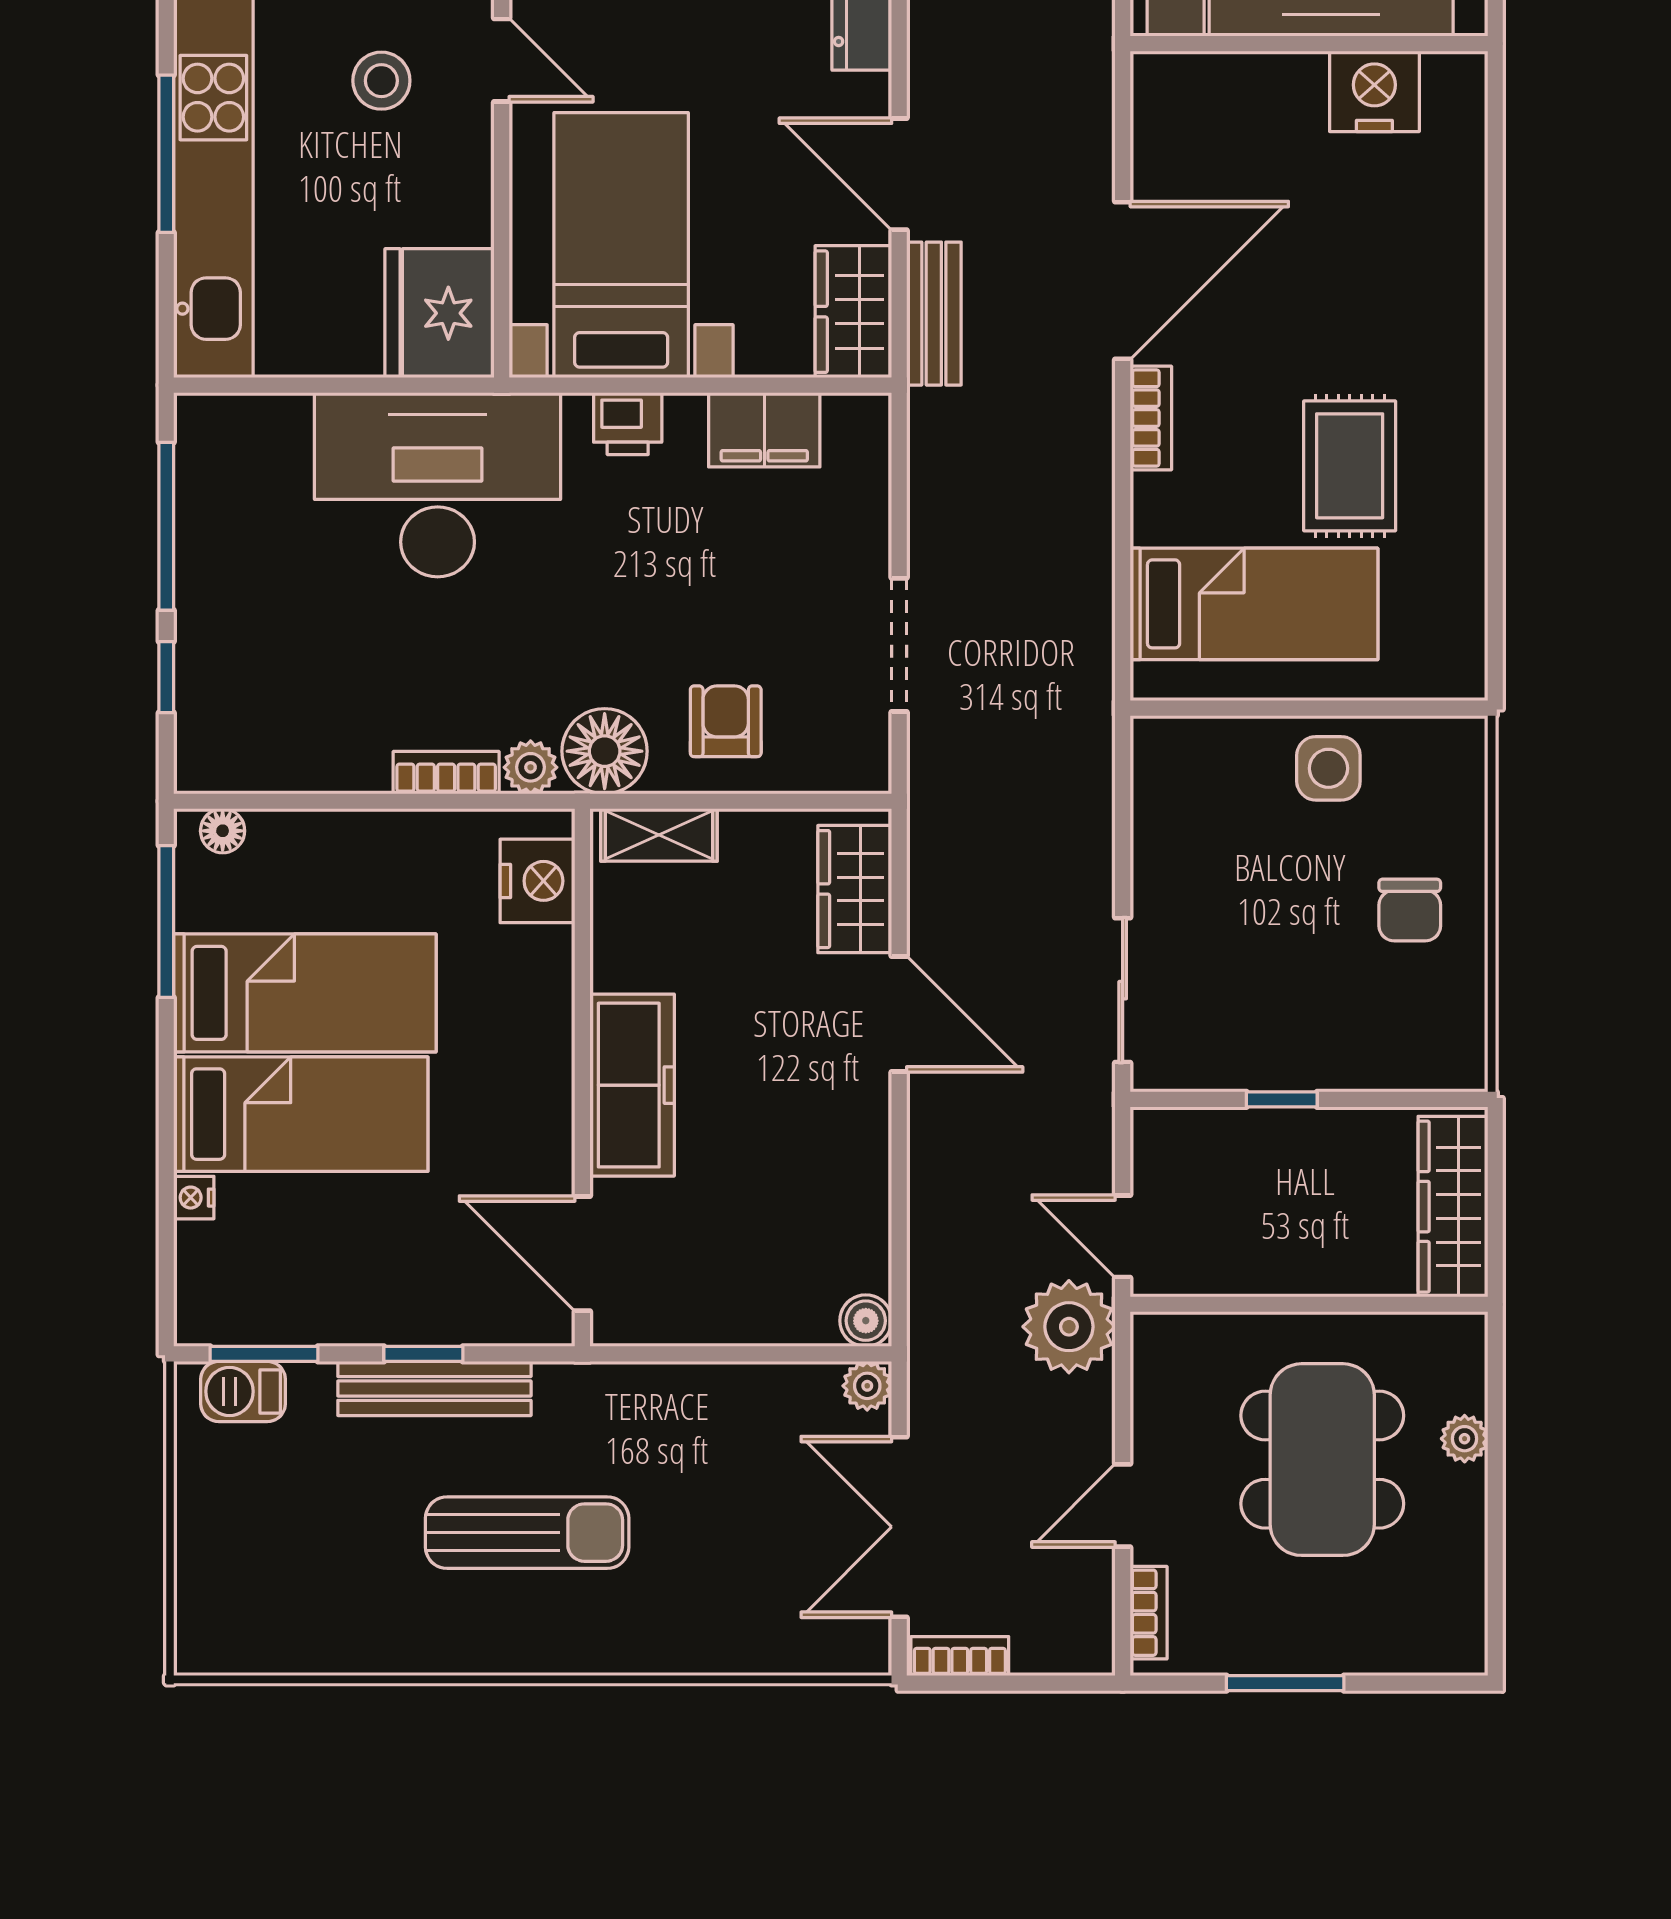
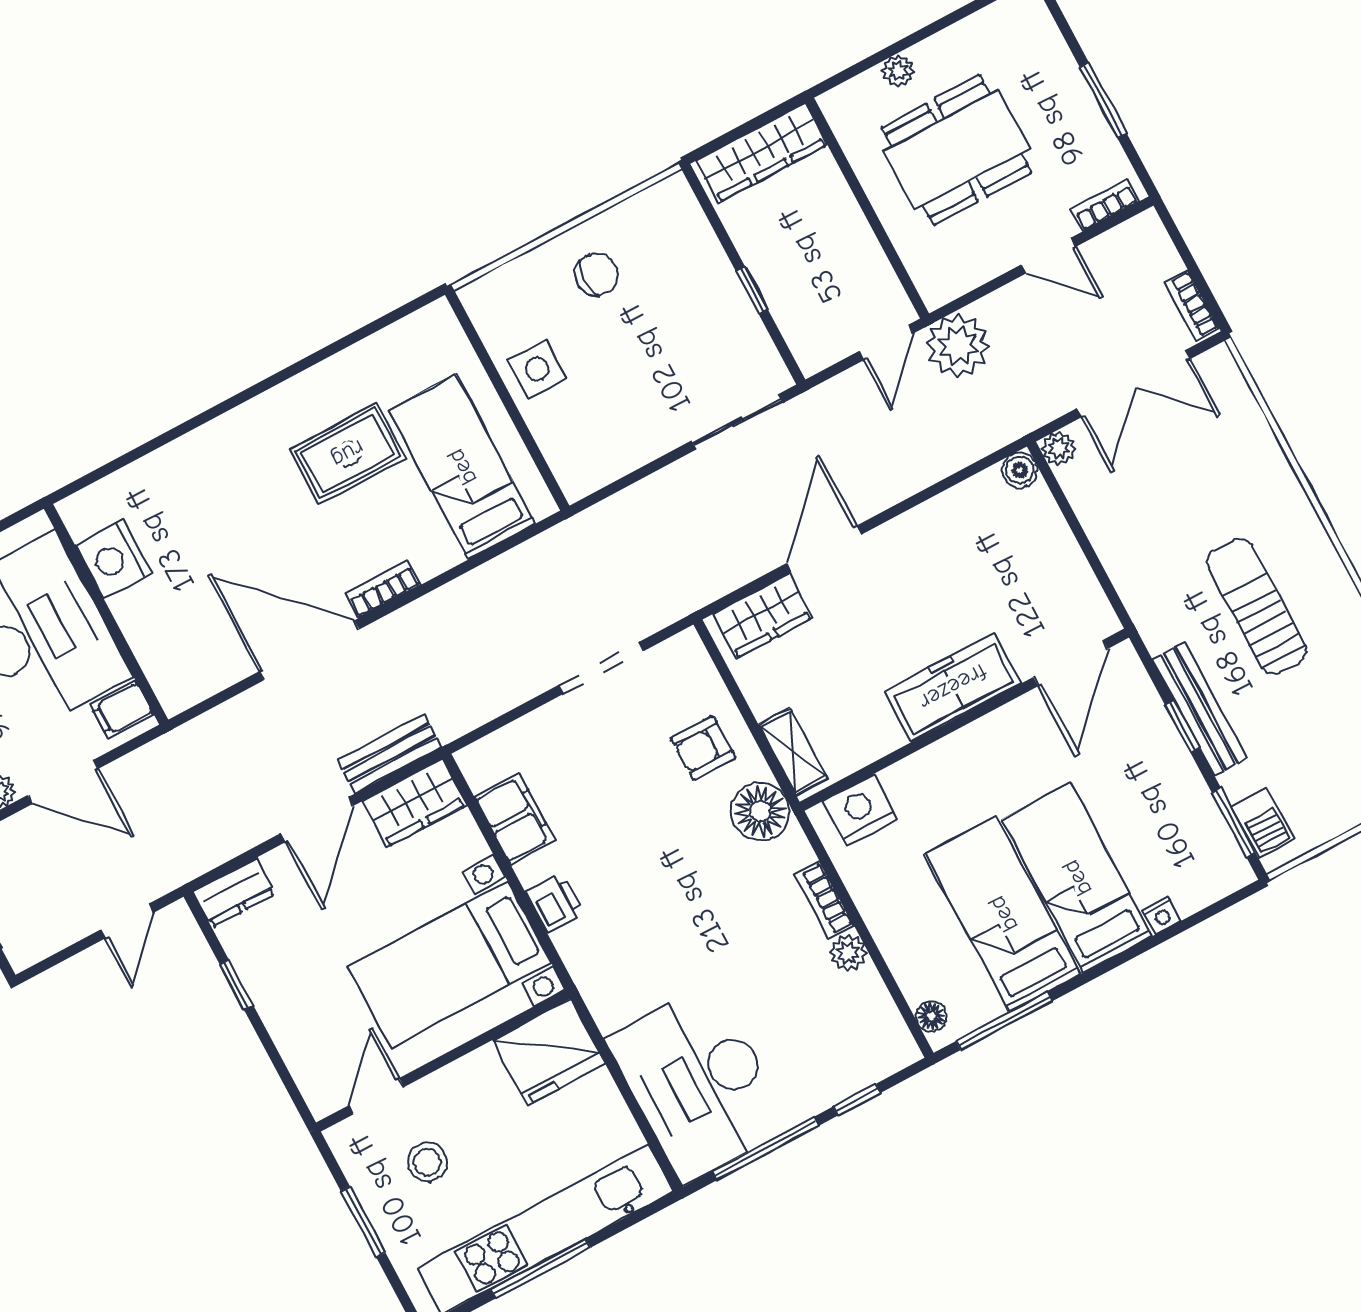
desk: (438, 485) -> (699, 1083), moved
plant: (531, 767) -> (848, 953), moved

